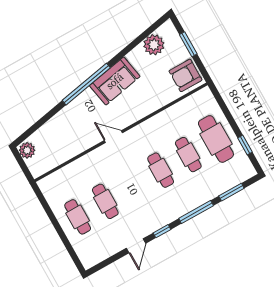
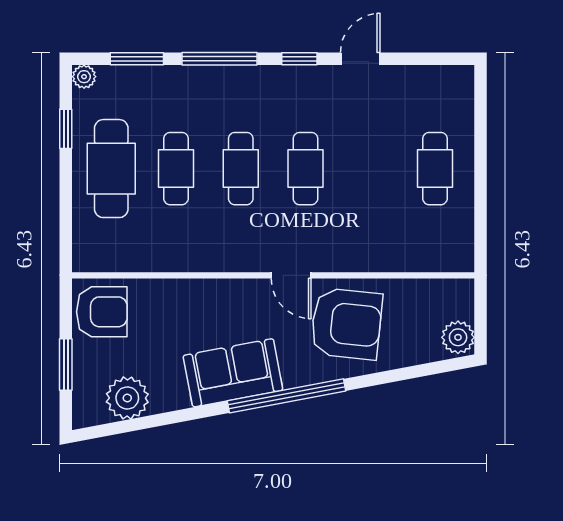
armchair: (78, 129) -> (346, 324), added
plant: (250, 172) -> (84, 77), added
cafe table: (105, 201) -> (305, 169), moved

